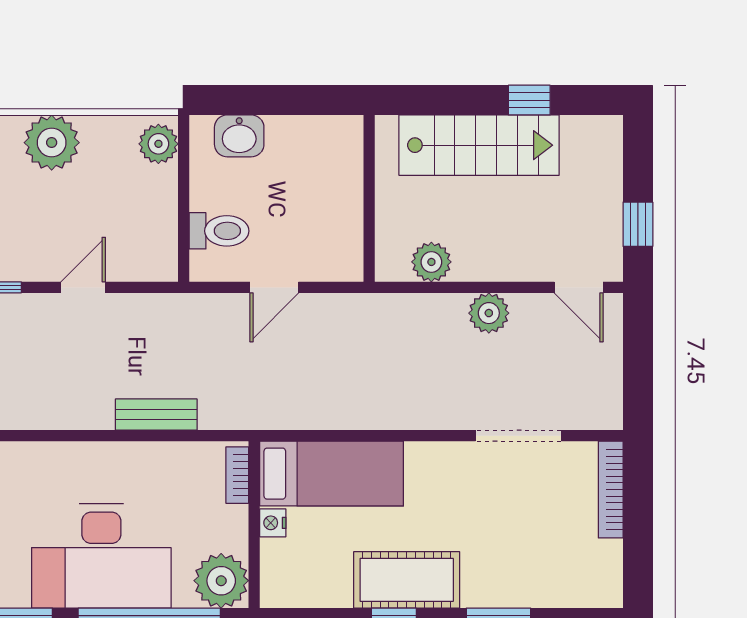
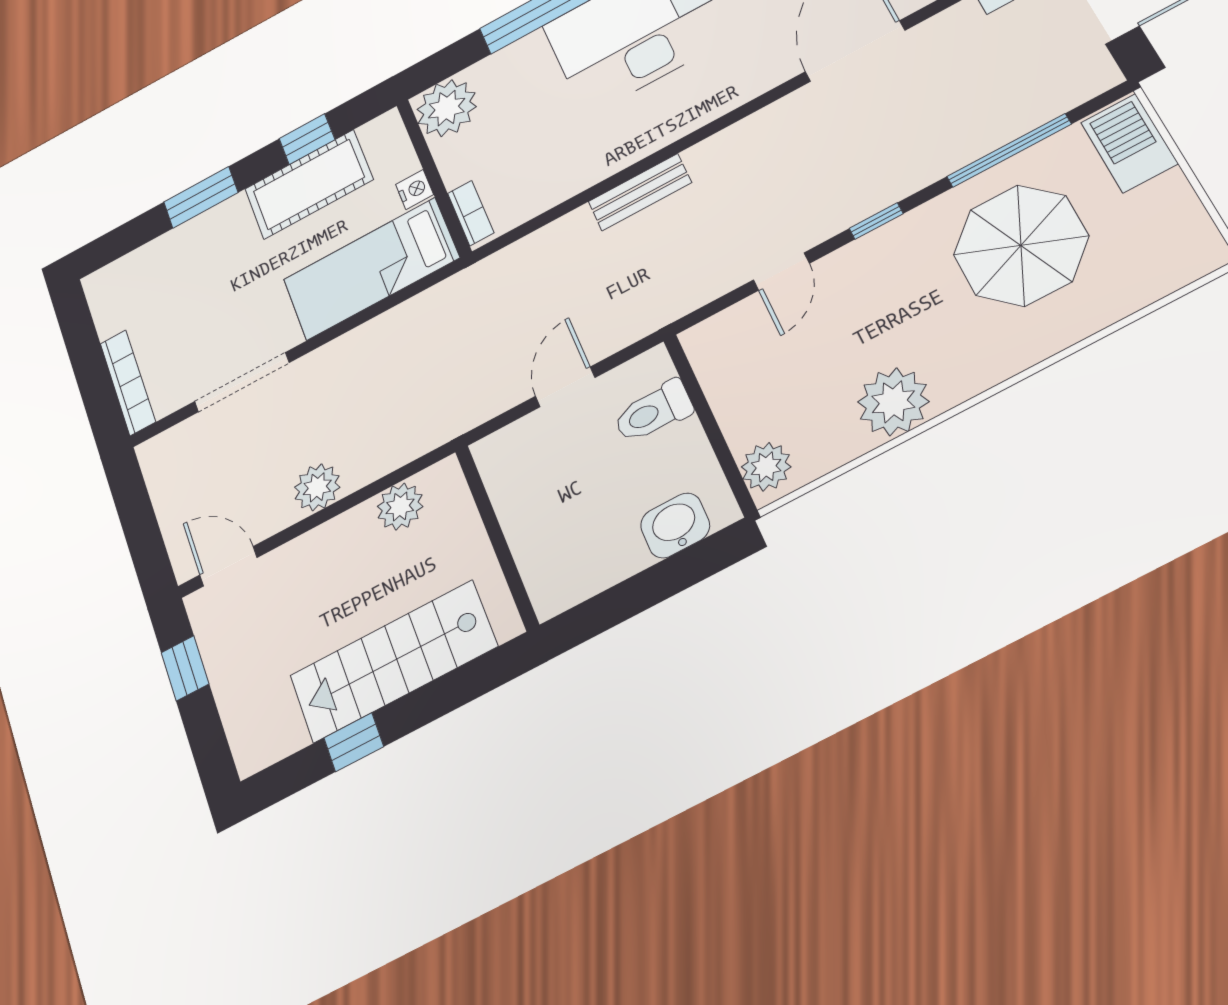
bed: (332, 474) -> (371, 269), moved
bookcase: (237, 475) -> (471, 213), moved
nightstand: (273, 523) -> (415, 190), moved
wall: (254, 525) -> (434, 177), moved
plant: (221, 581) -> (447, 108), moved

